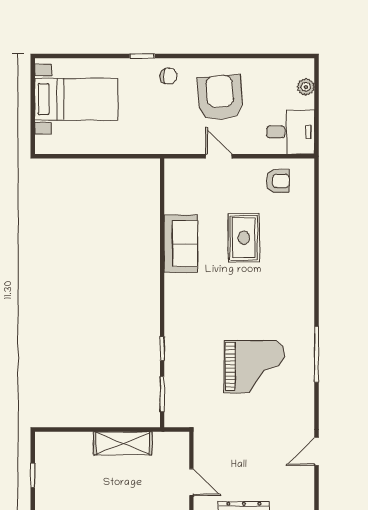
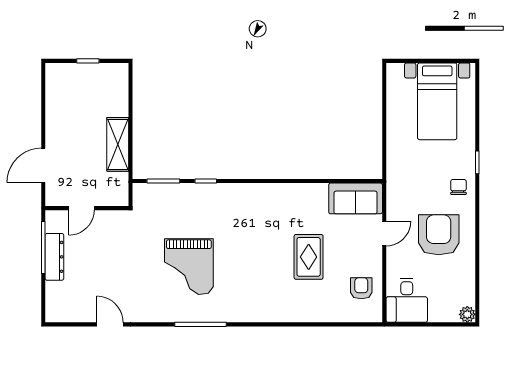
chair: (169, 76) -> (458, 187), turned 180
plant: (306, 87) -> (467, 314), moved
armchair: (220, 98) -> (439, 235), turned -86
armchair: (278, 181) -> (361, 288), turned 180
rug: (244, 238) -> (309, 257), turned 90
sofa: (181, 244) -> (356, 198), moved

